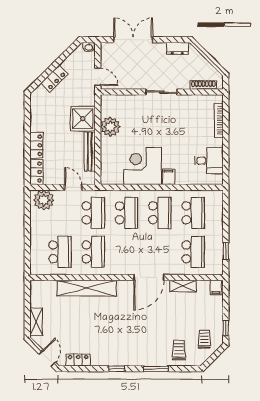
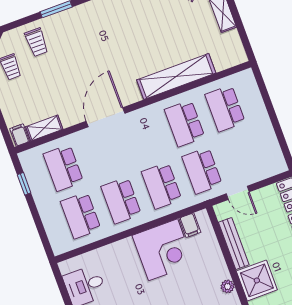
plant: (110, 127) -> (227, 286), width x0.53, depth x0.53
filing cabinet: (168, 177) -> (190, 225), moved
plant: (44, 200) -> (268, 164), removed
shelving: (183, 286) -> (44, 128), moved

